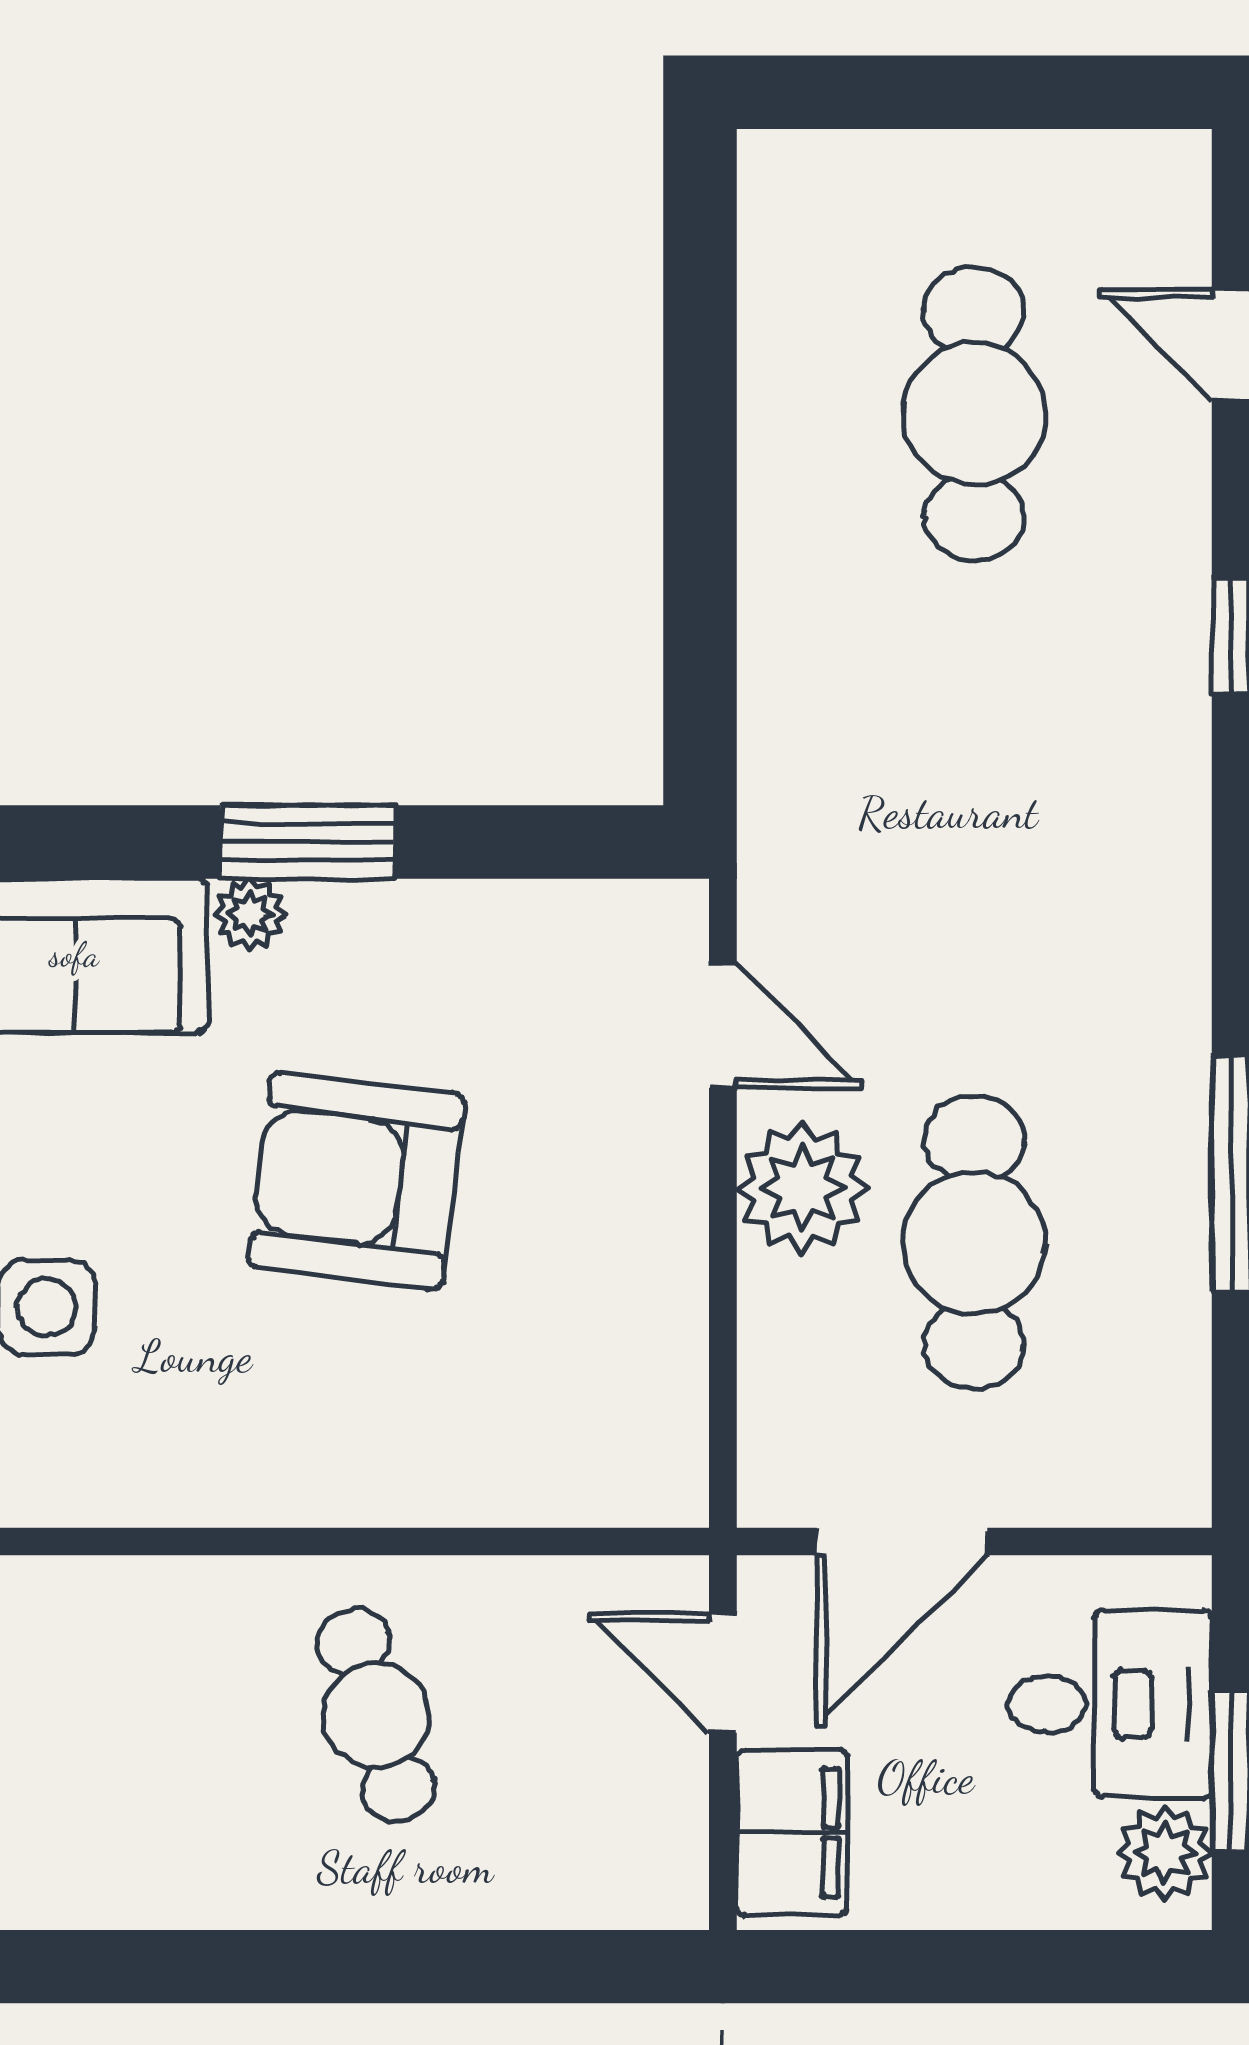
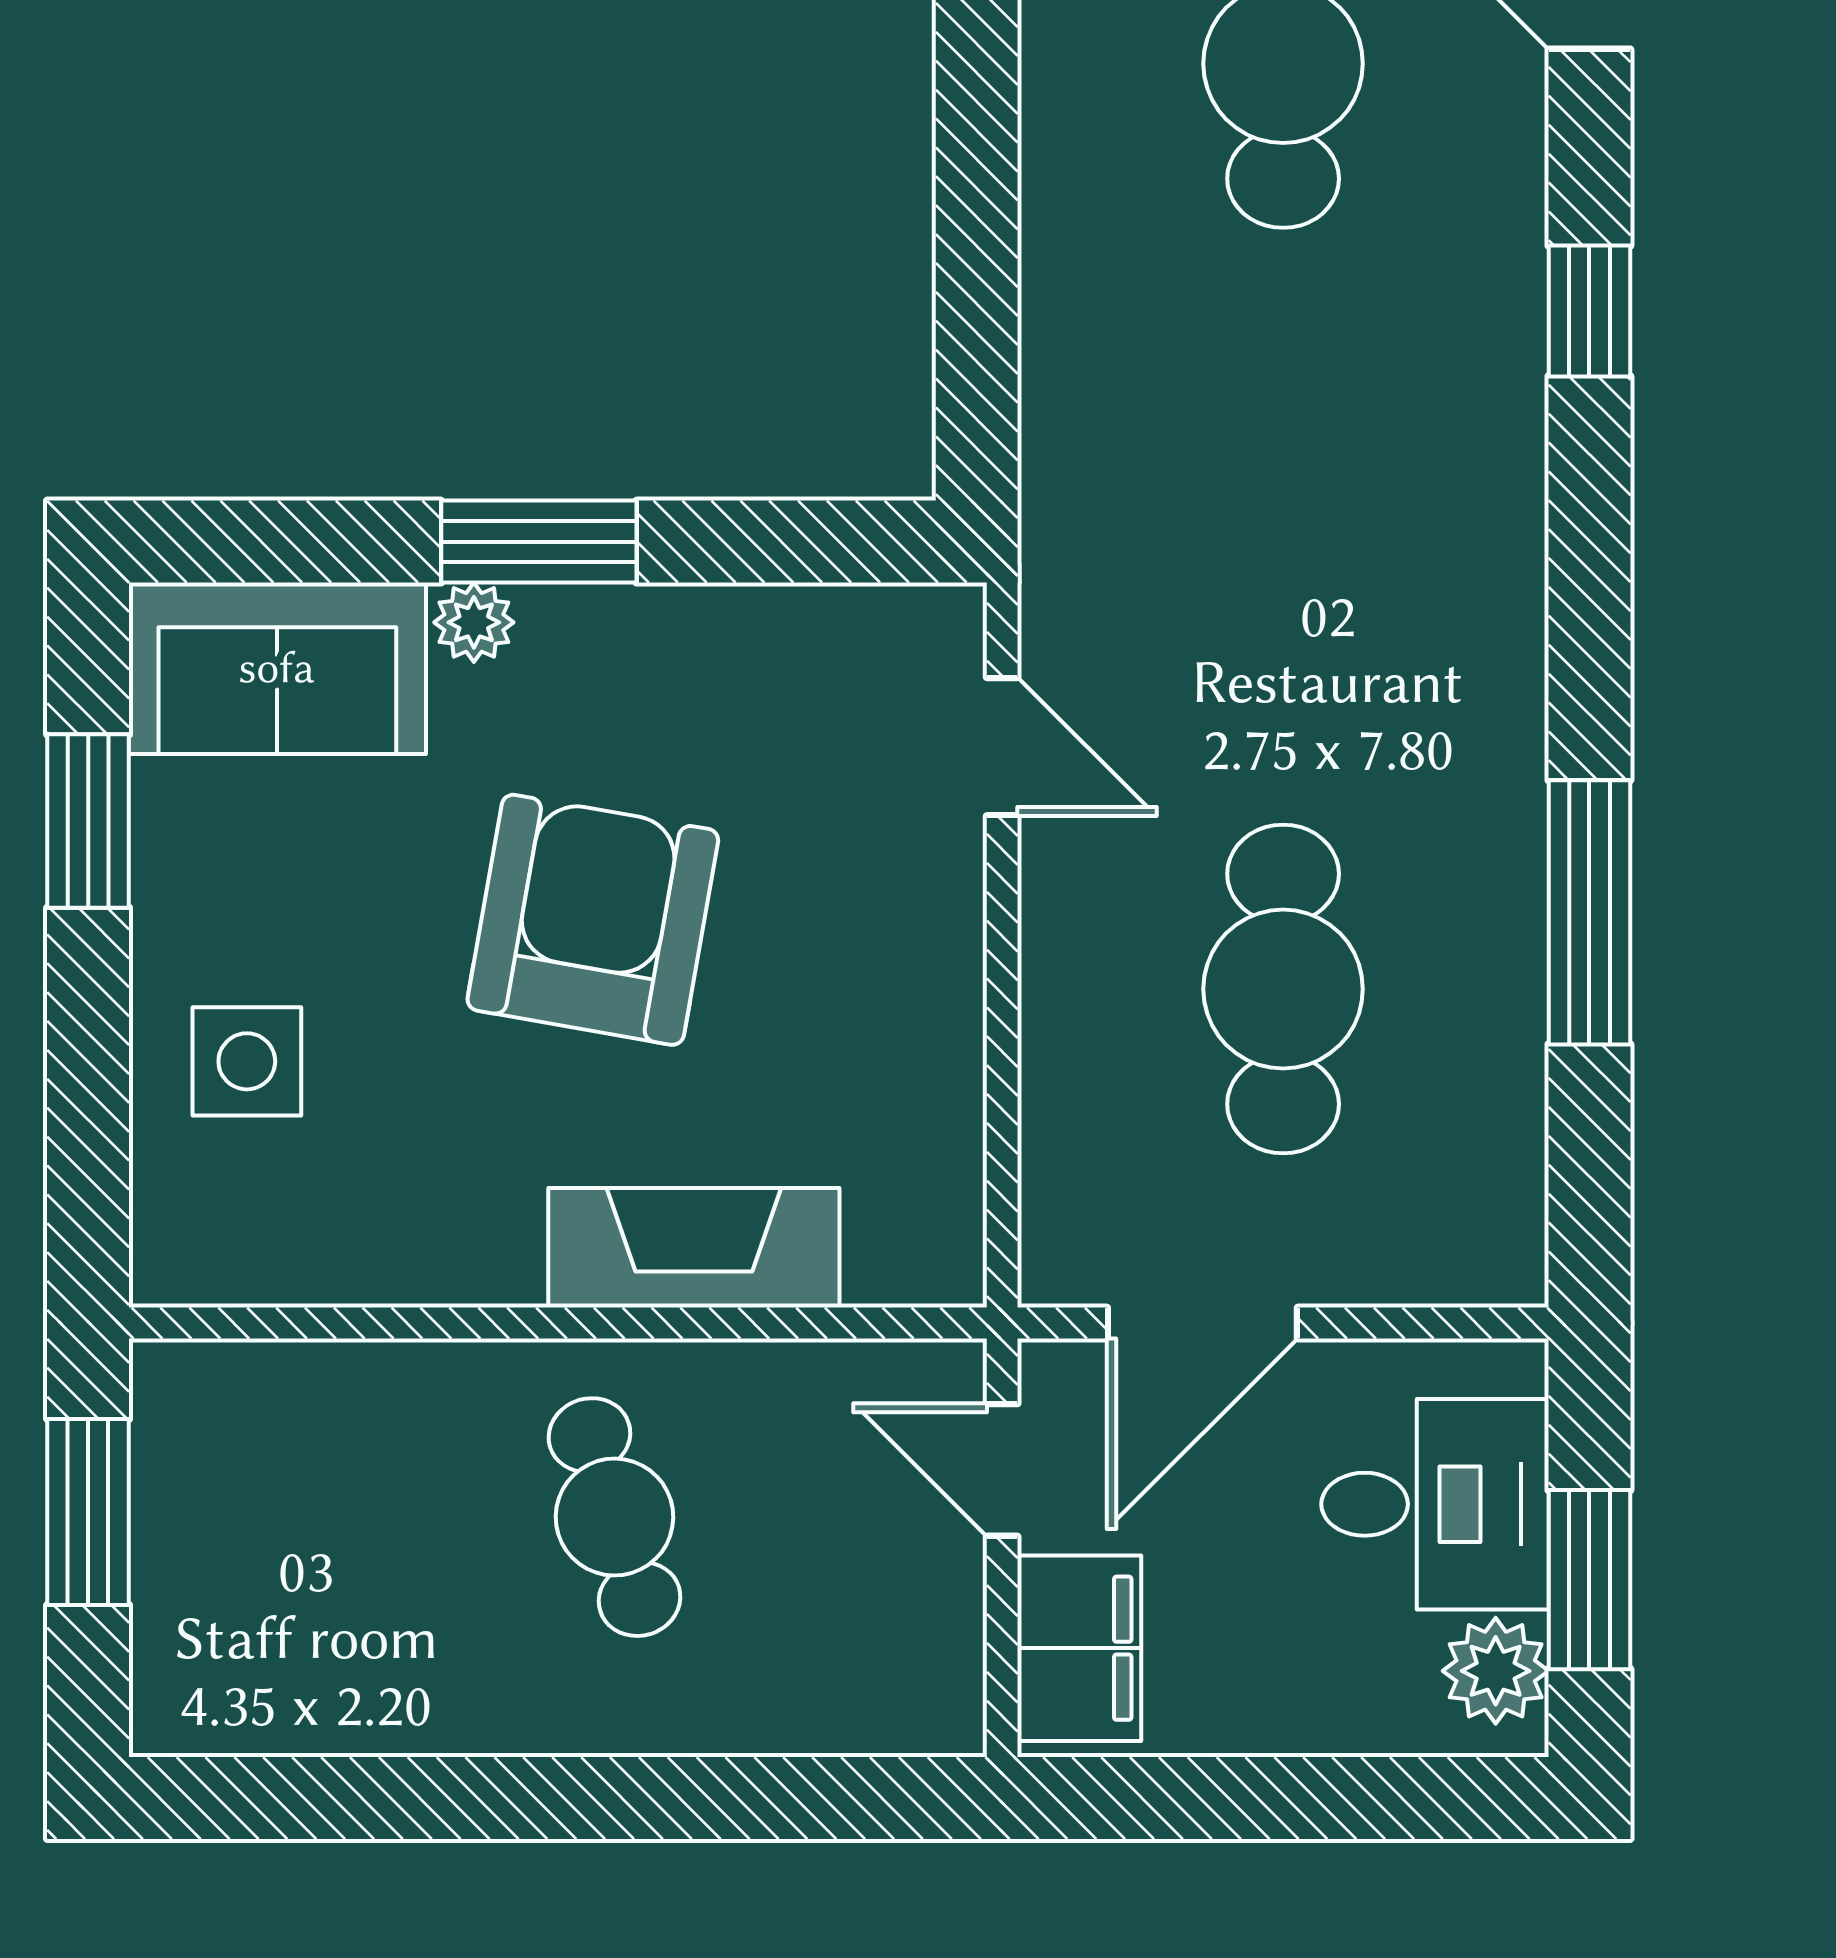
armchair: (356, 1181) -> (593, 920), turned 93
plant: (802, 1188) -> (1091, 928), removed
fireplace: (447, 1474) -> (694, 1248), added

